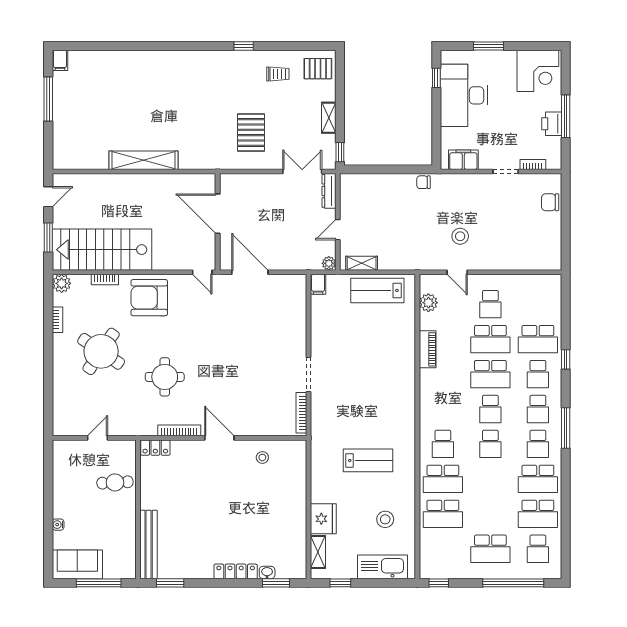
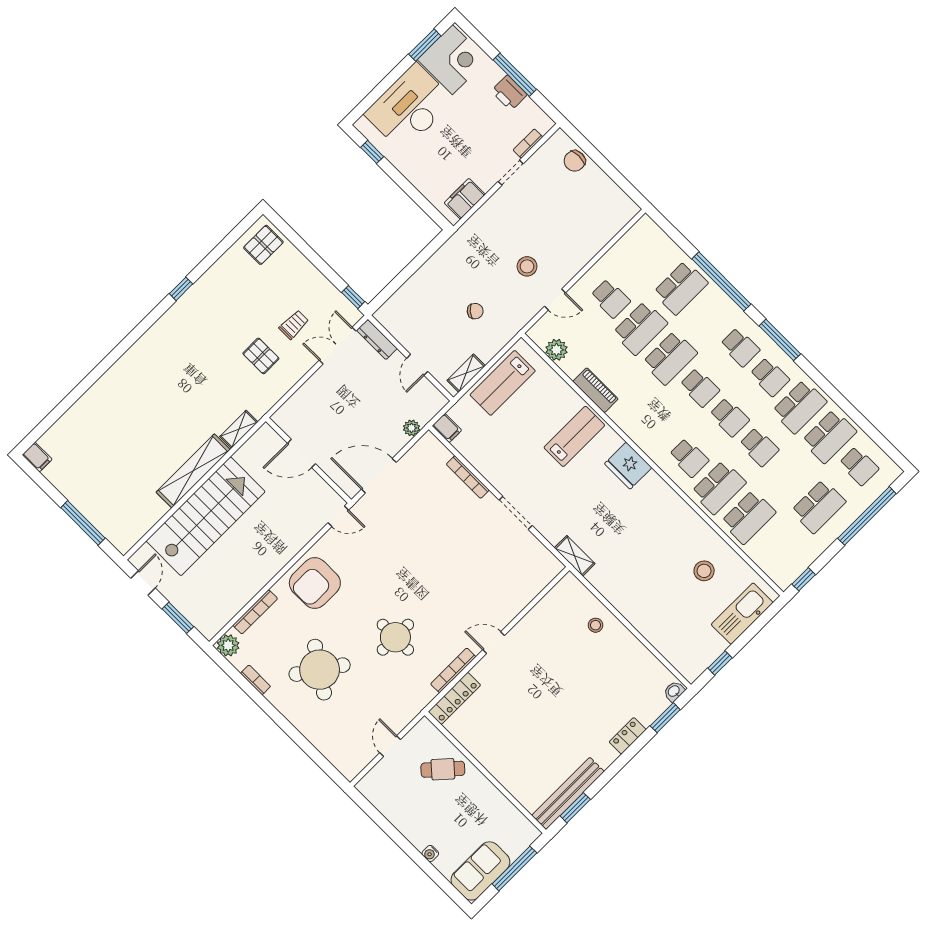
window: (489, 46) -> (425, 45), moved
trolley: (278, 74) -> (294, 325), moved
desk: (464, 95) -> (409, 107), moved, turned 90
window: (48, 99) -> (83, 523), moved
shelving: (329, 118) -> (239, 429), moved, turned 90
pallet: (251, 132) -> (261, 356), width x0.67, depth x0.71
chair: (423, 182) -> (475, 311), moved, turned -141
door: (218, 214) -> (302, 453), width x0.73
stairs: (102, 250) -> (206, 516), moved, turned 180
plant: (329, 263) -> (411, 428), moved
bookcase: (105, 280) -> (255, 612), width x1.56
window: (566, 359) -> (721, 281), width x3.17
school desk: (538, 374) -> (759, 447), moved
bookcase: (301, 413) -> (468, 477), moved
door: (219, 438) -> (494, 643), width x0.73
locker: (155, 448) -> (454, 698), width x1.53
stool: (262, 457) -> (596, 625), moved
lab bench: (368, 460) -> (574, 436), moved
cafe table: (115, 482) -> (443, 769), turned 45
fridge: (323, 519) -> (628, 466), moved, turned 180
bench: (149, 544) -> (568, 793), moved, turned 90
shelving: (318, 552) -> (575, 556), moved
locker: (236, 571) -> (628, 736), width x0.66
washbasin: (267, 573) -> (674, 691), moved

